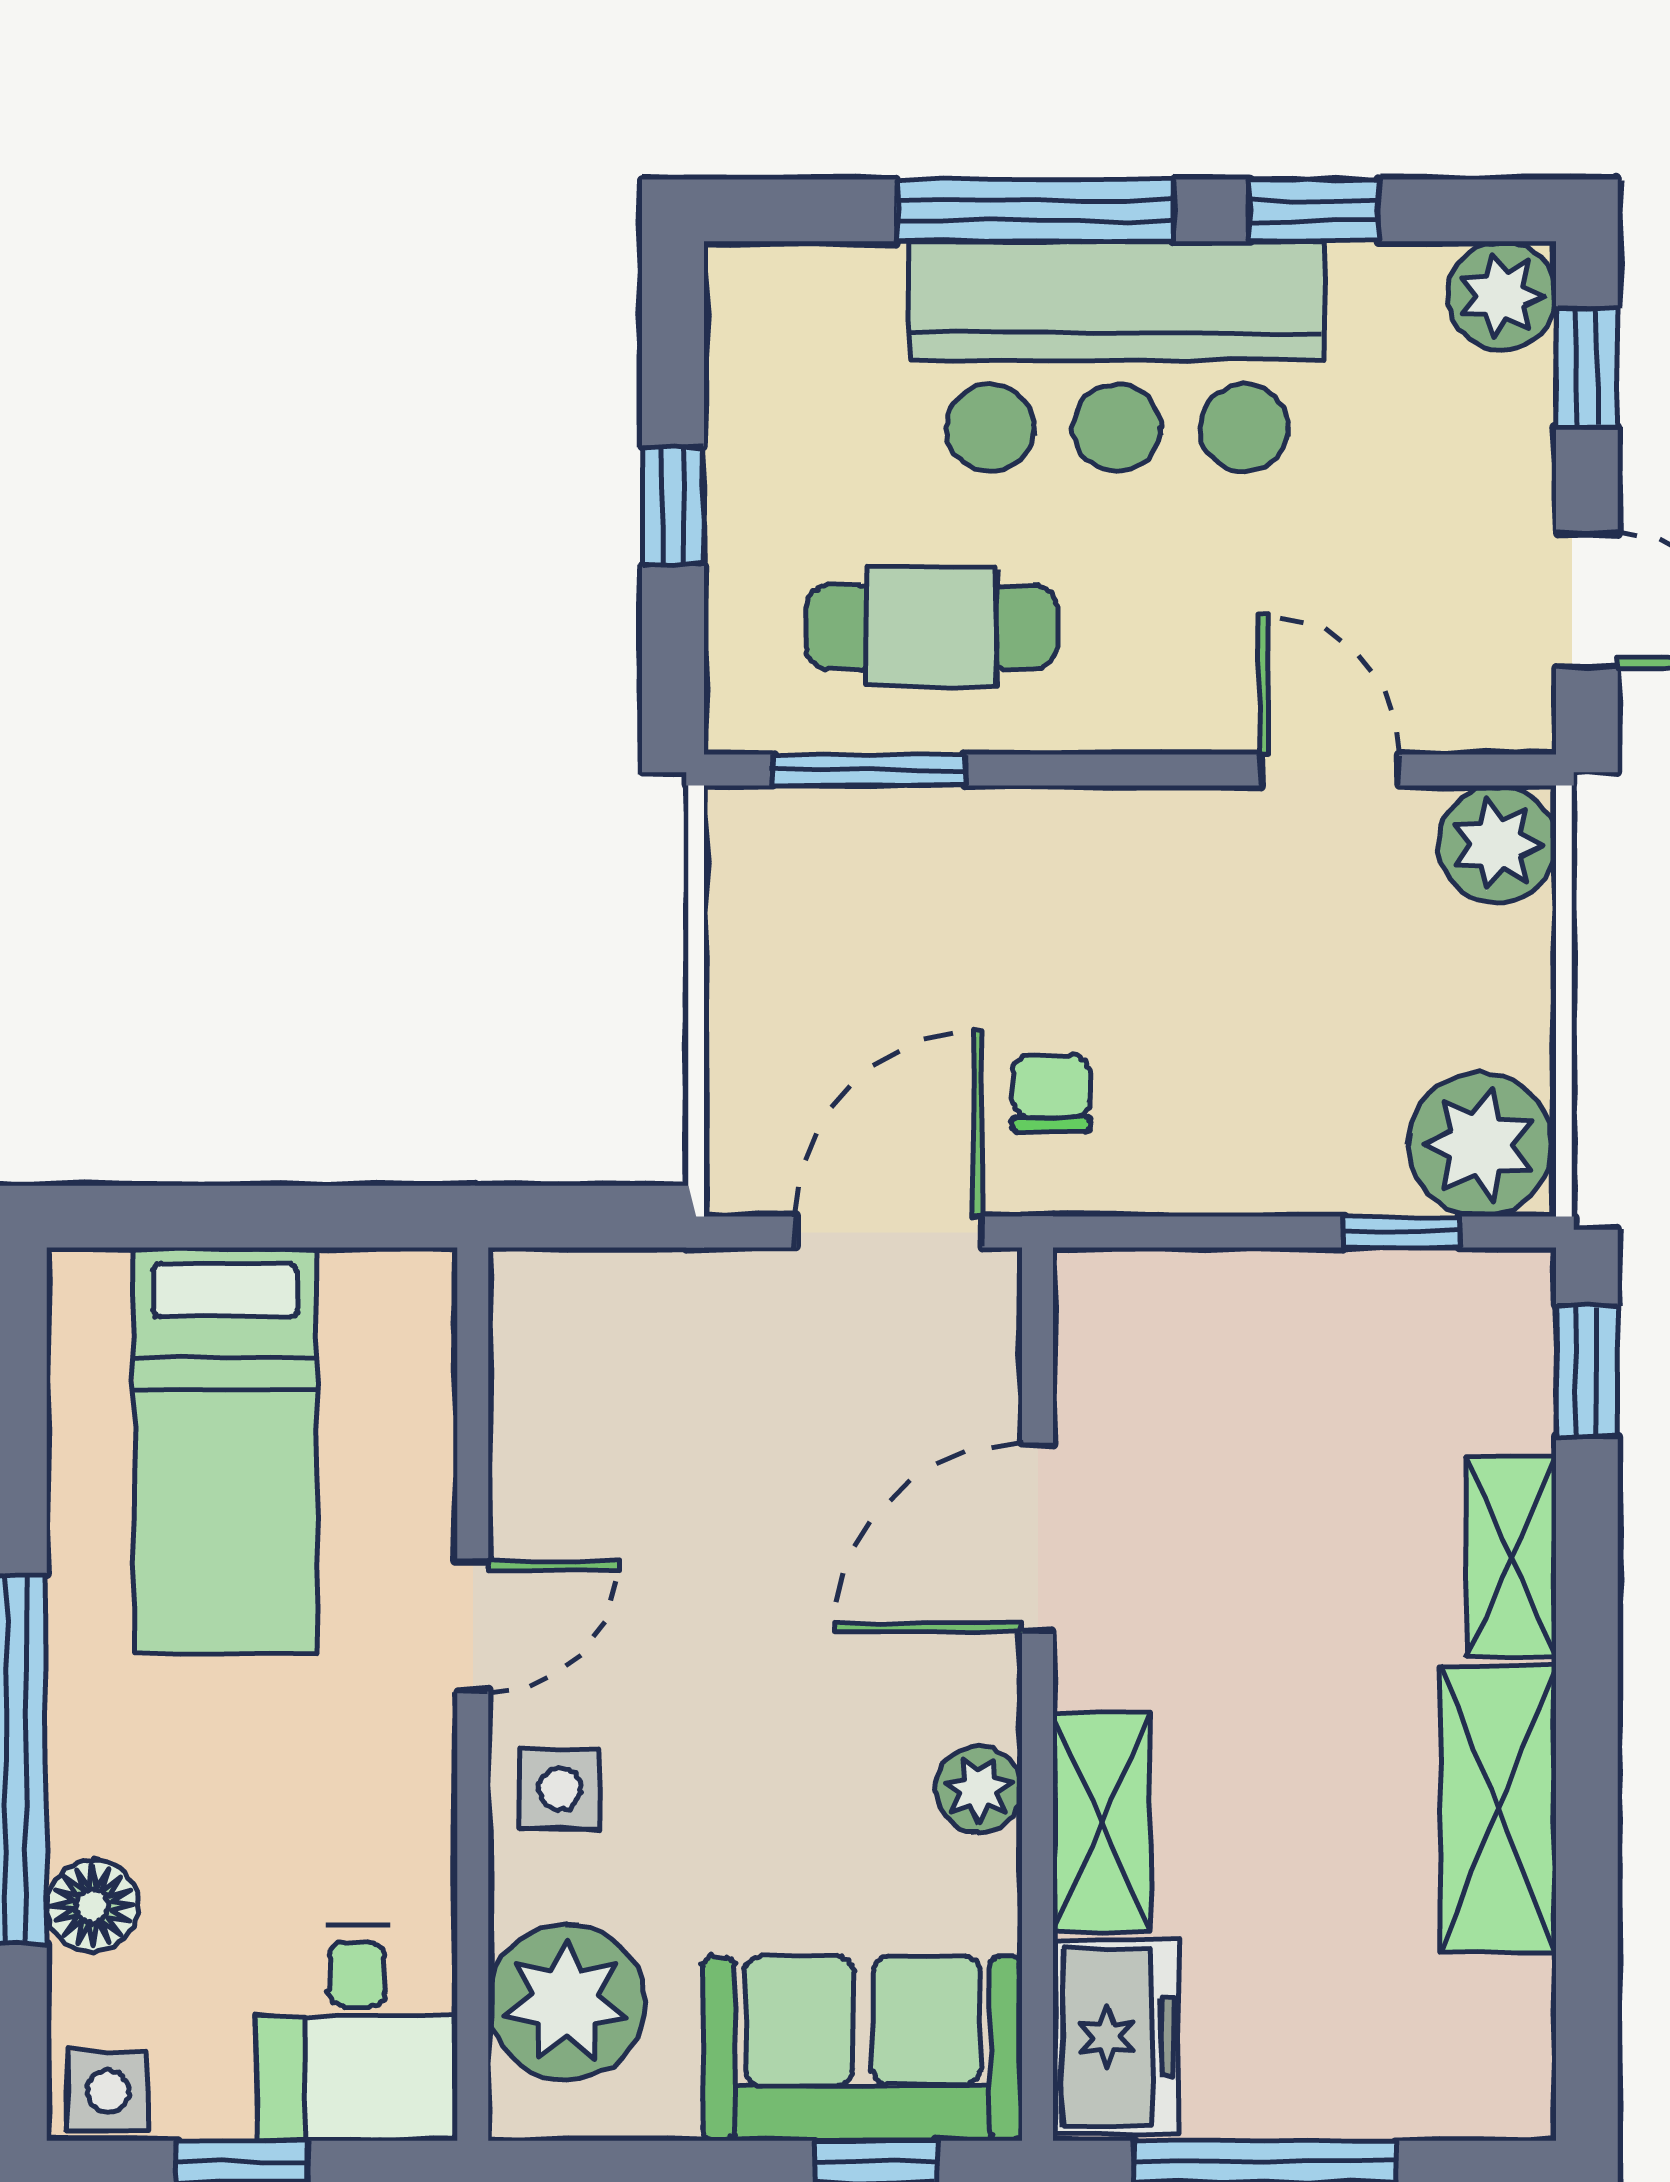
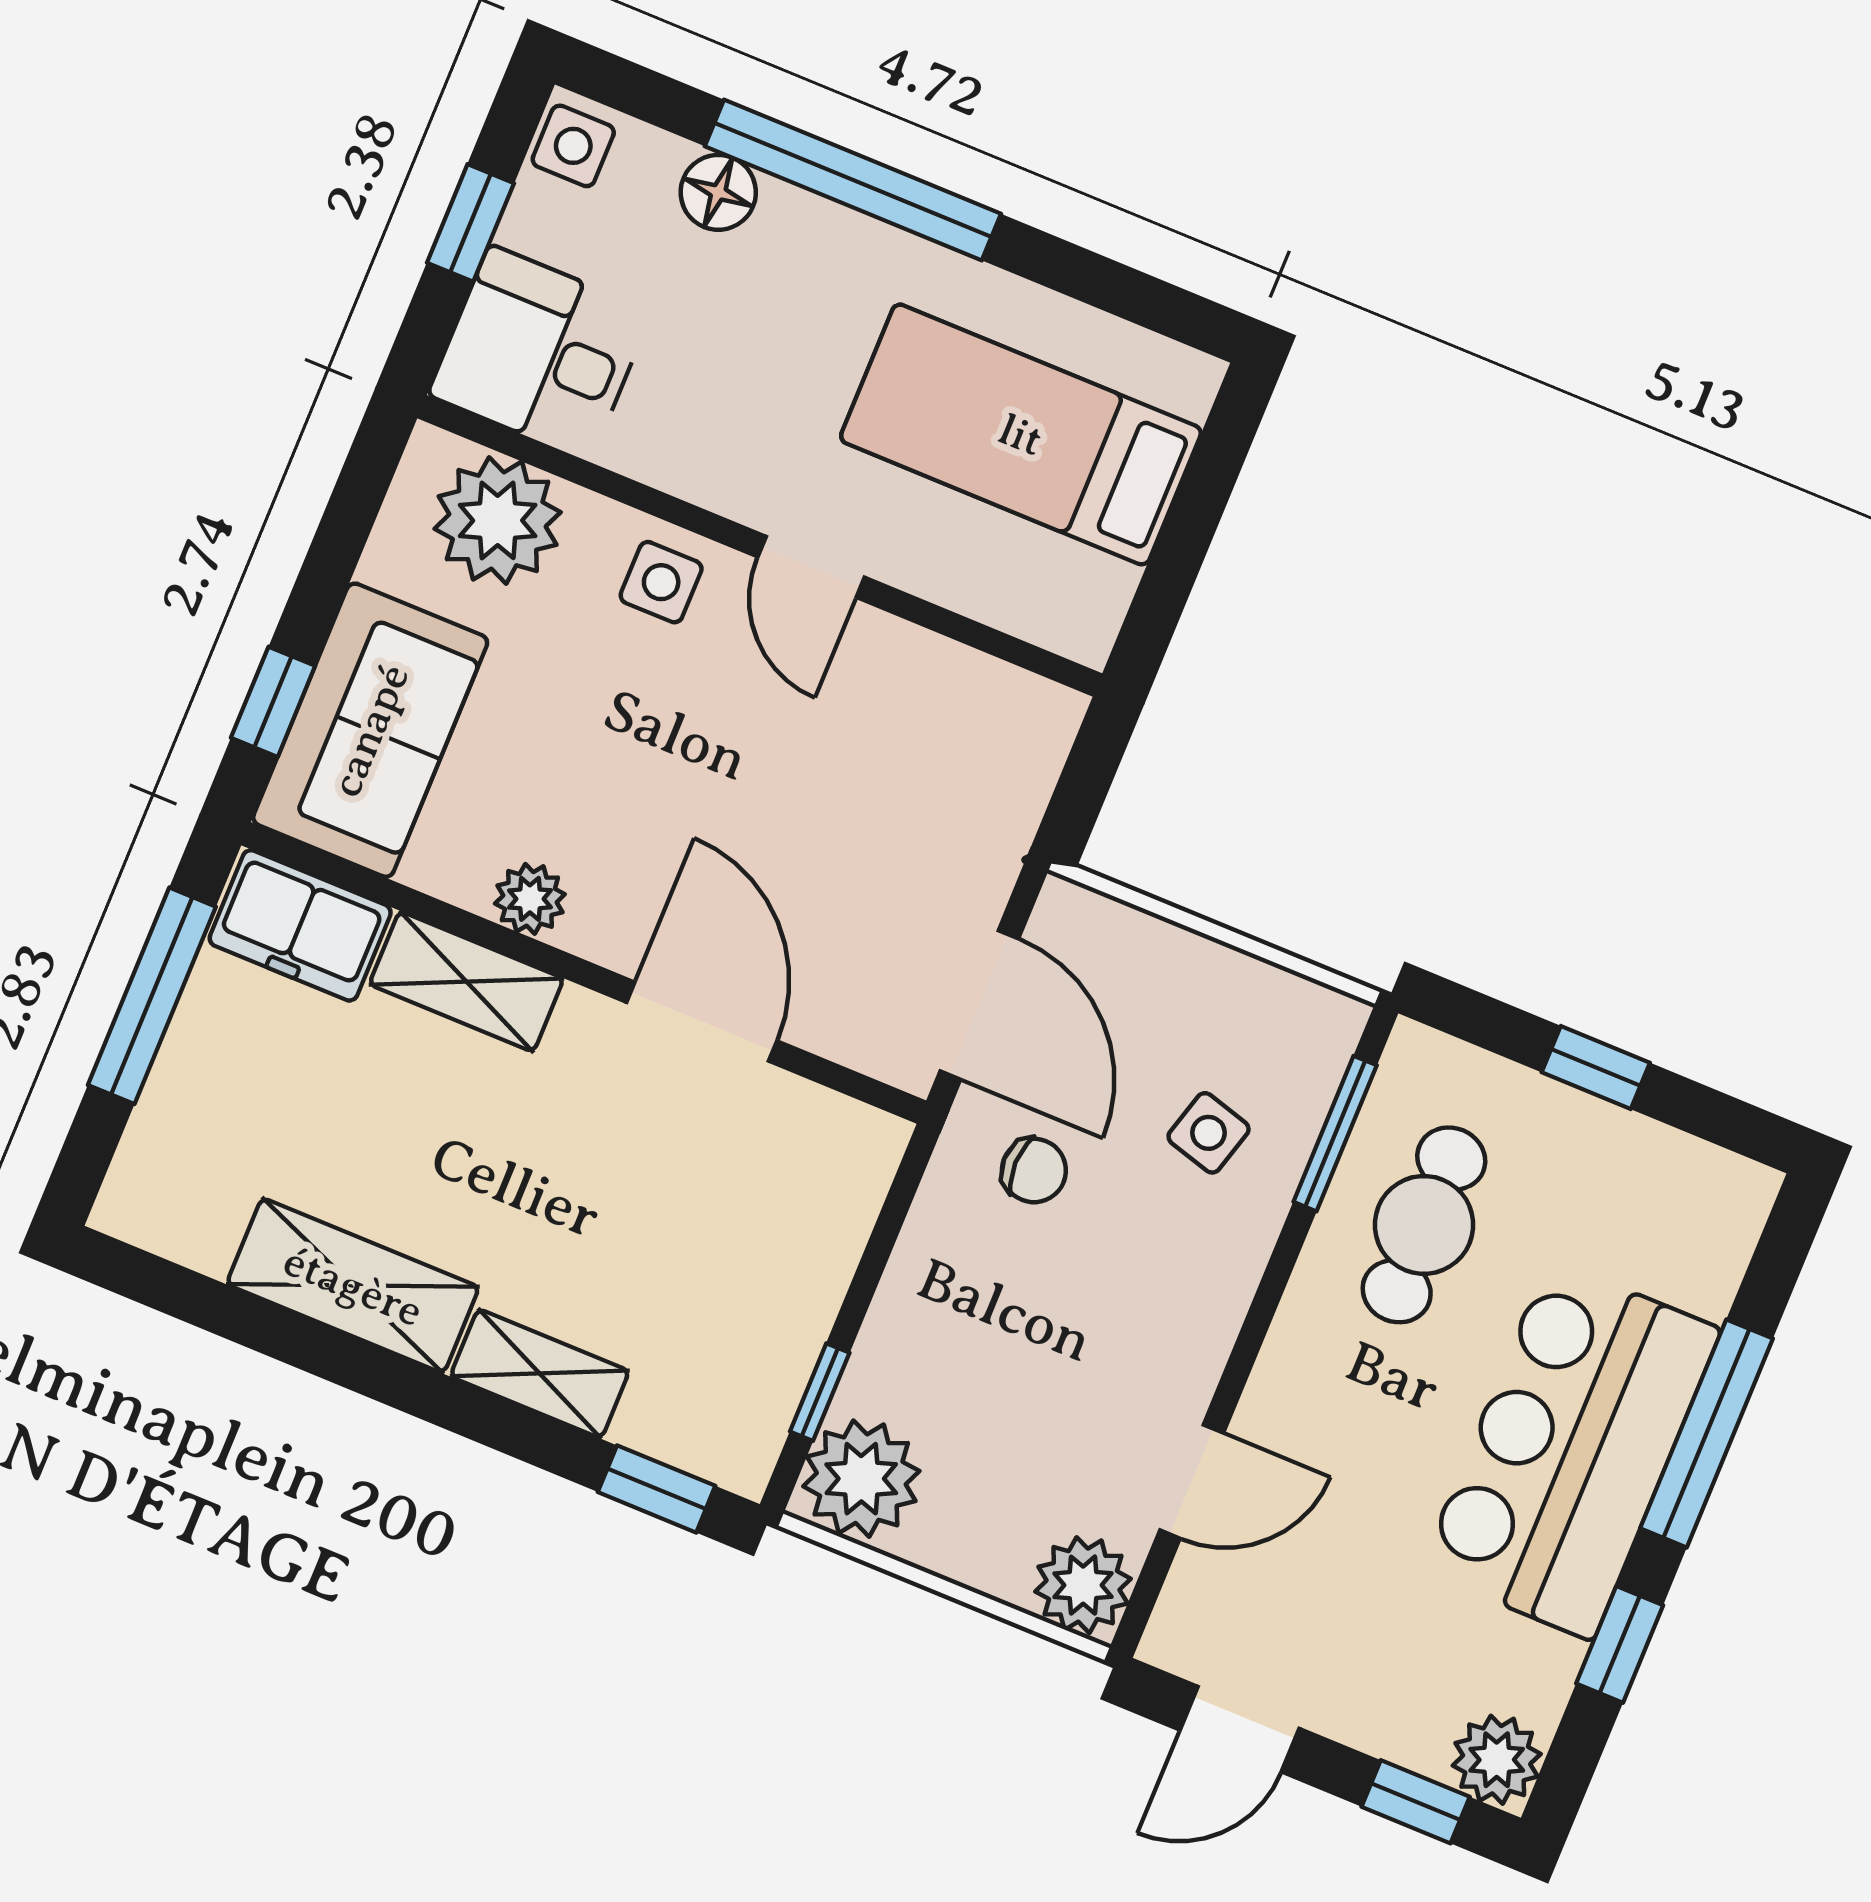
side table: (927, 913) -> (1209, 1133), added

